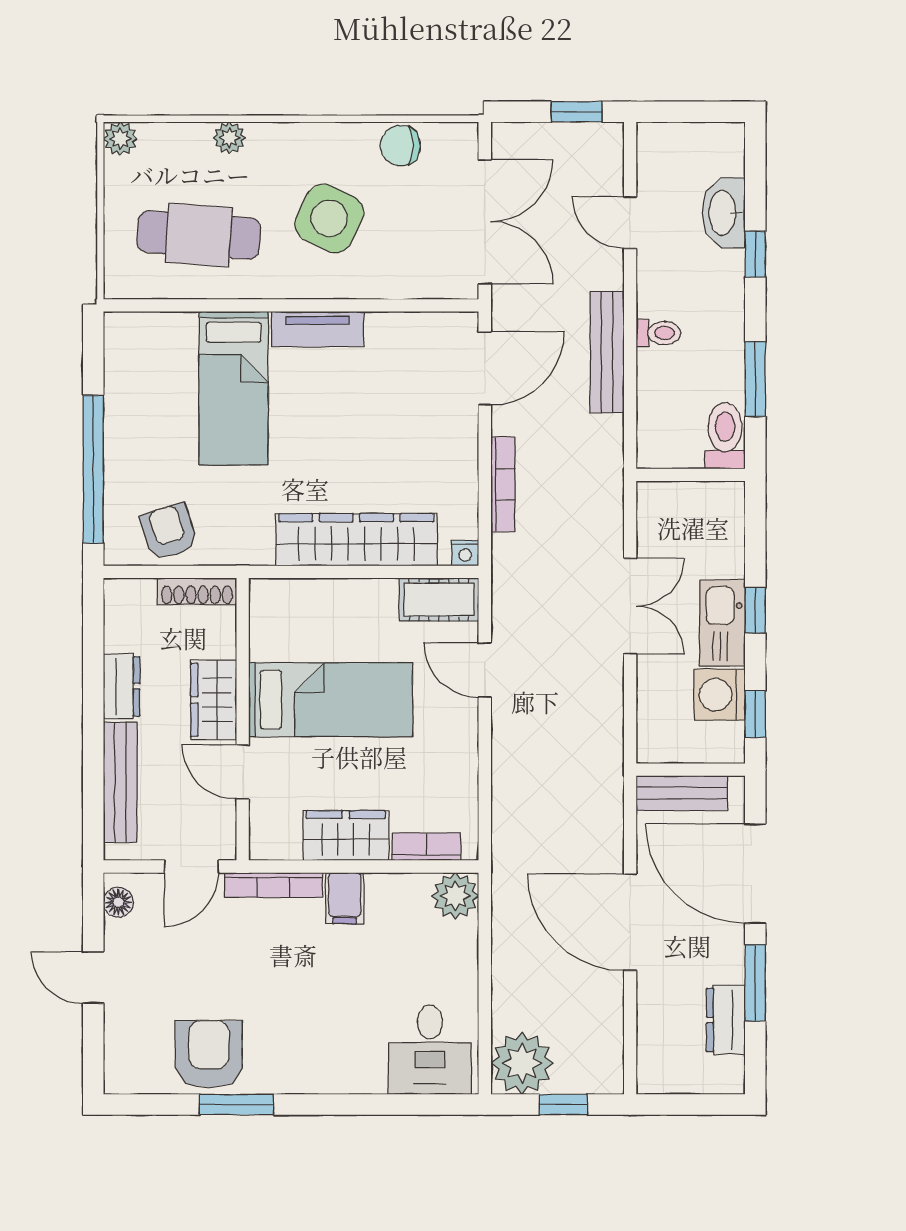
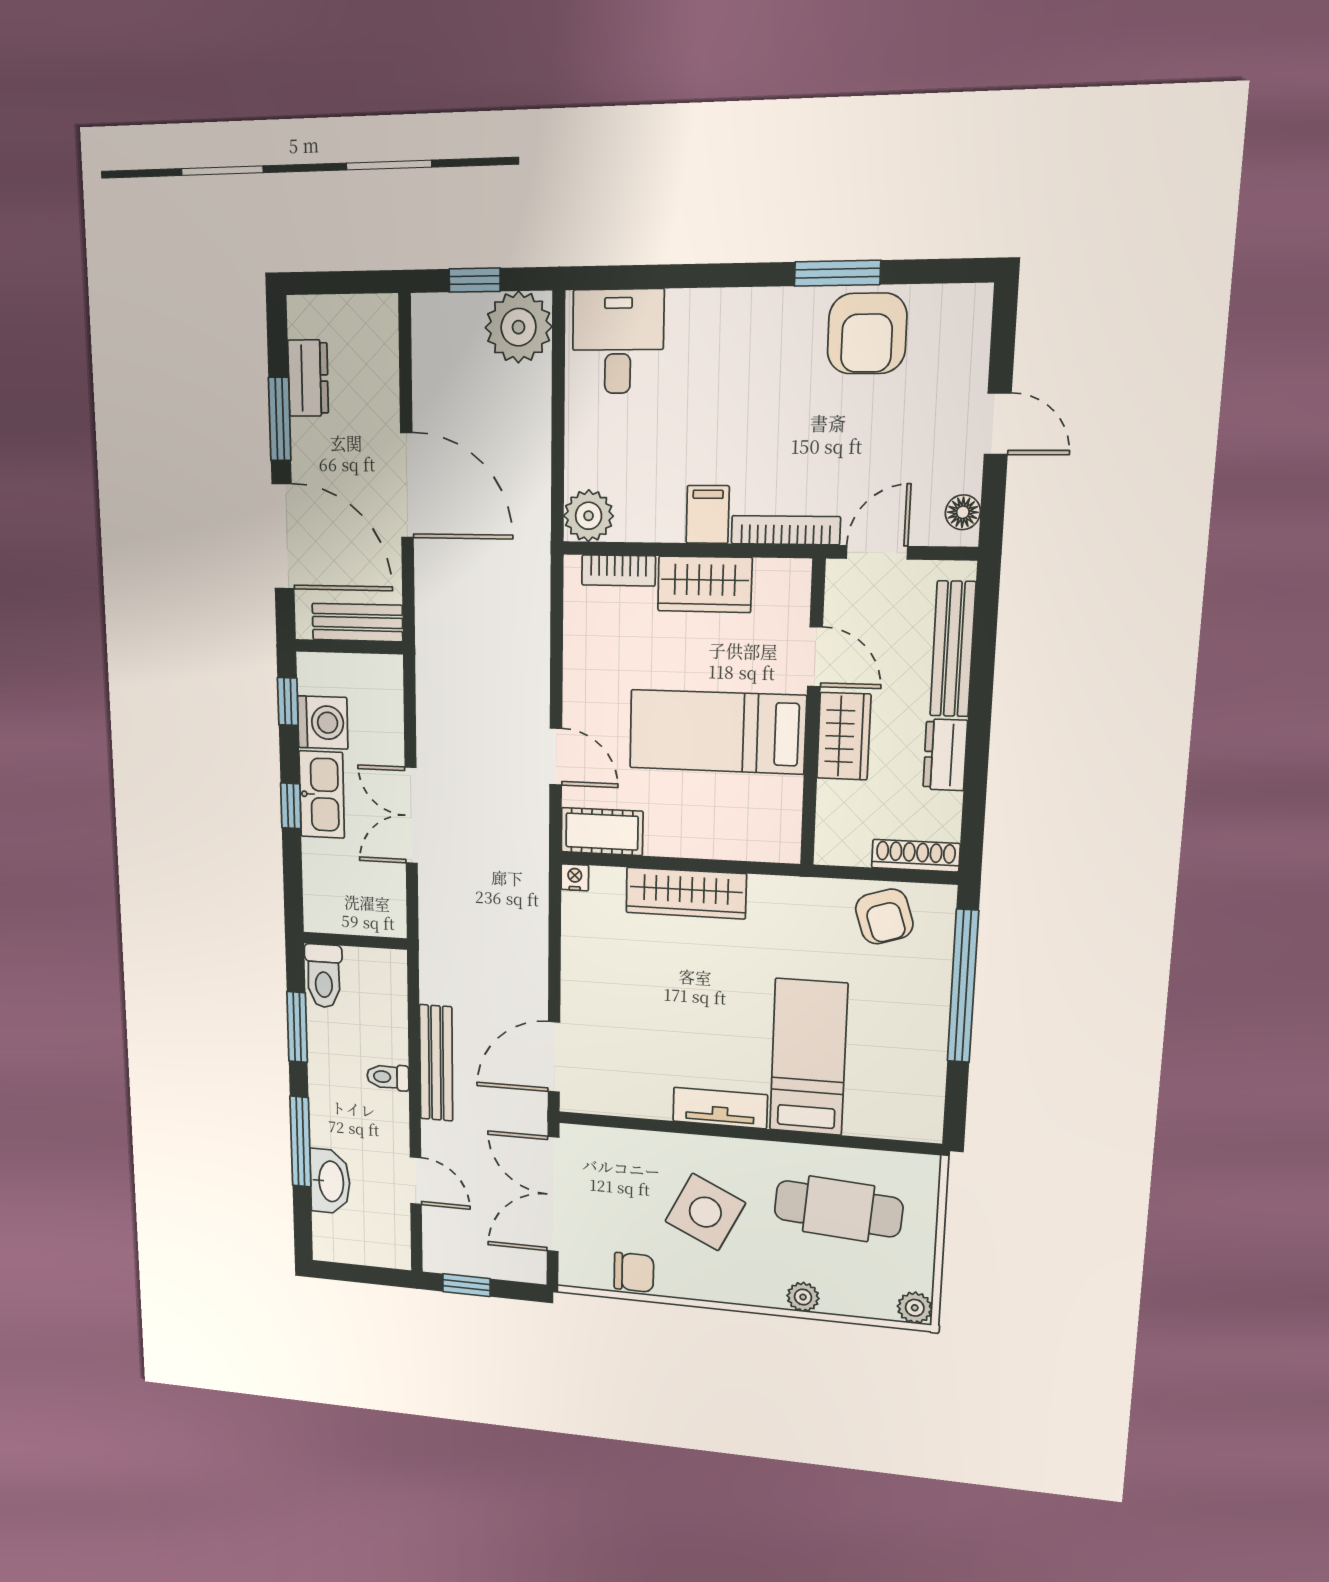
window: (755, 254) -> (300, 1142), width x2.17
bookcase: (503, 485) -> (537, 943), removed
wardrobe: (356, 540) -> (686, 893), width x0.71, depth x0.85
shoe rack: (197, 591) -> (916, 856), moved

